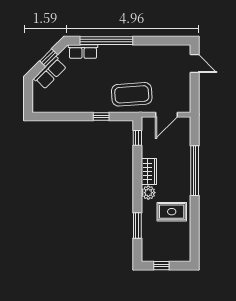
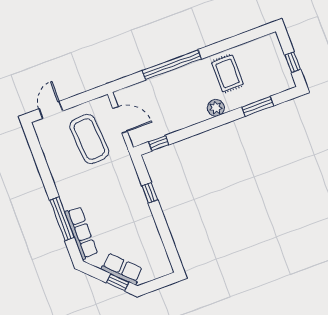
window: (106, 41) -> (62, 219), width x0.68
row of seats: (83, 52) -> (81, 233), width x1.48
window: (49, 58) -> (118, 282), moved
coffee table: (132, 94) -> (89, 139), moved
wardrobe: (149, 171) -> (192, 116), removed

